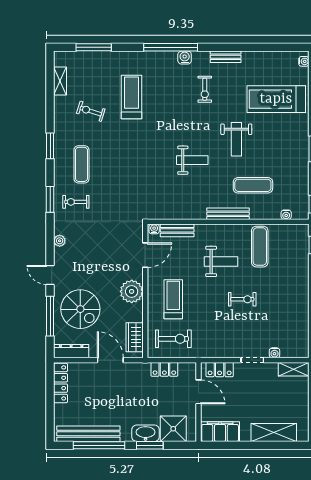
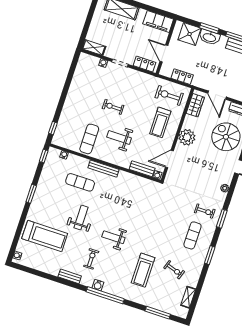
weight bench: (192, 160) -> (113, 237), moved

